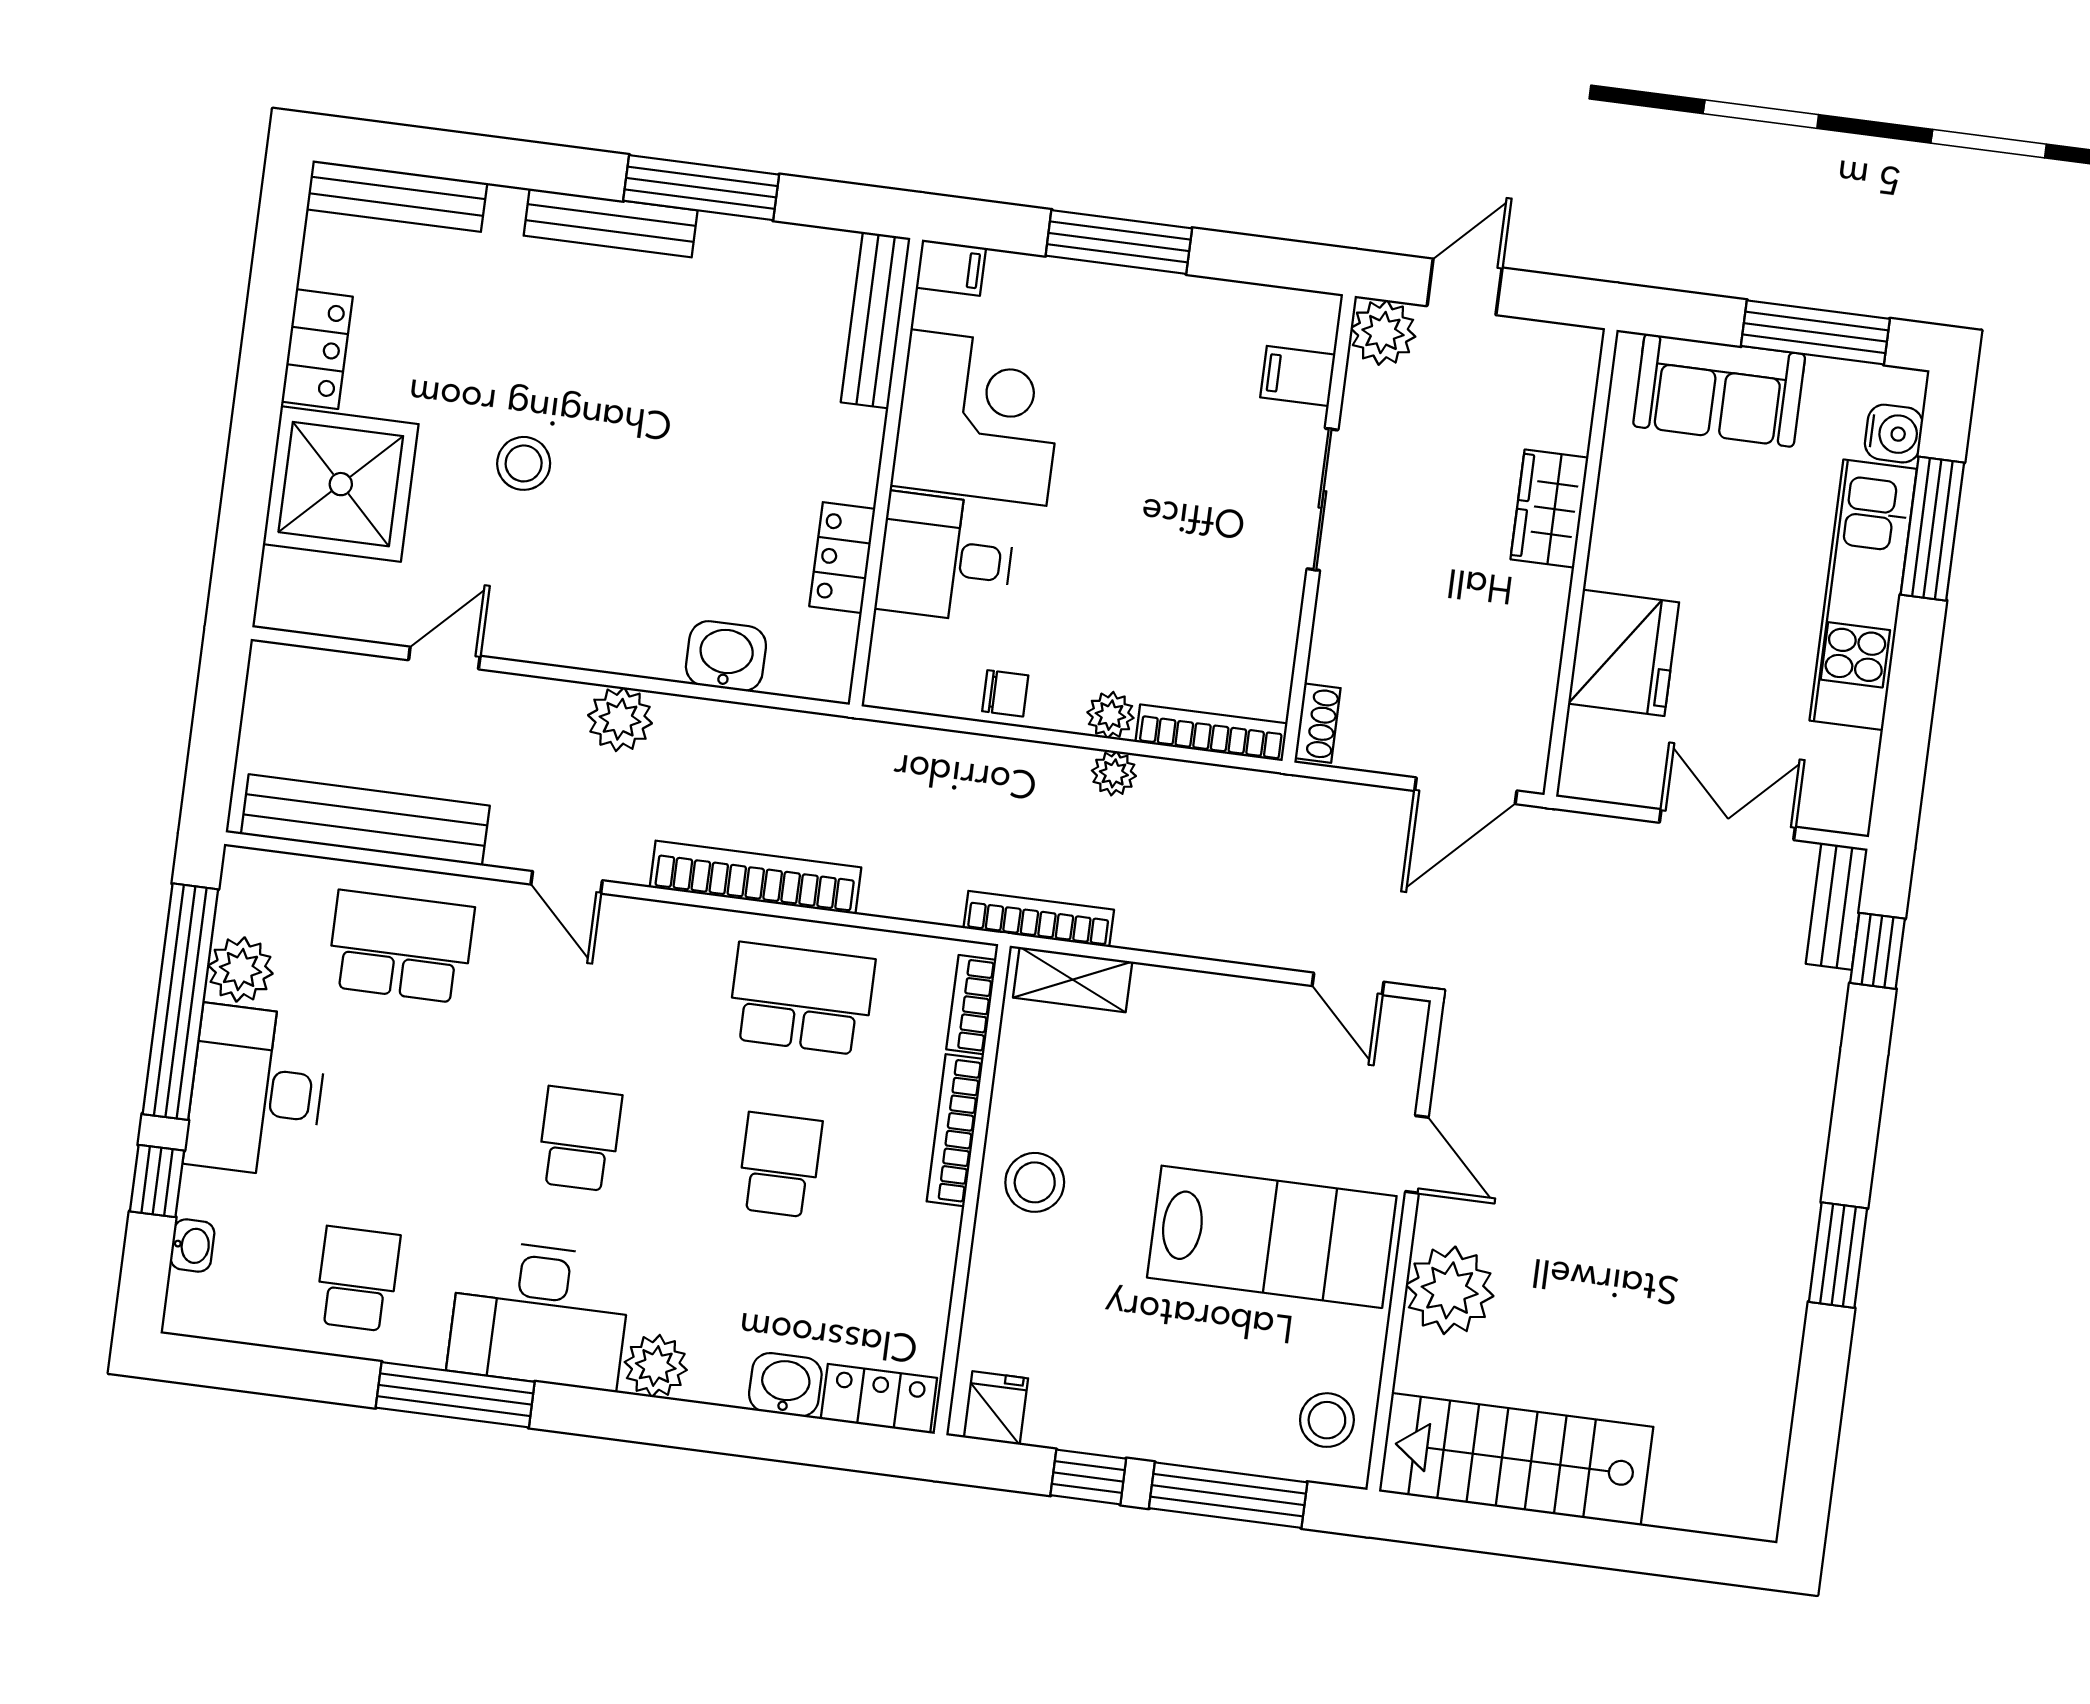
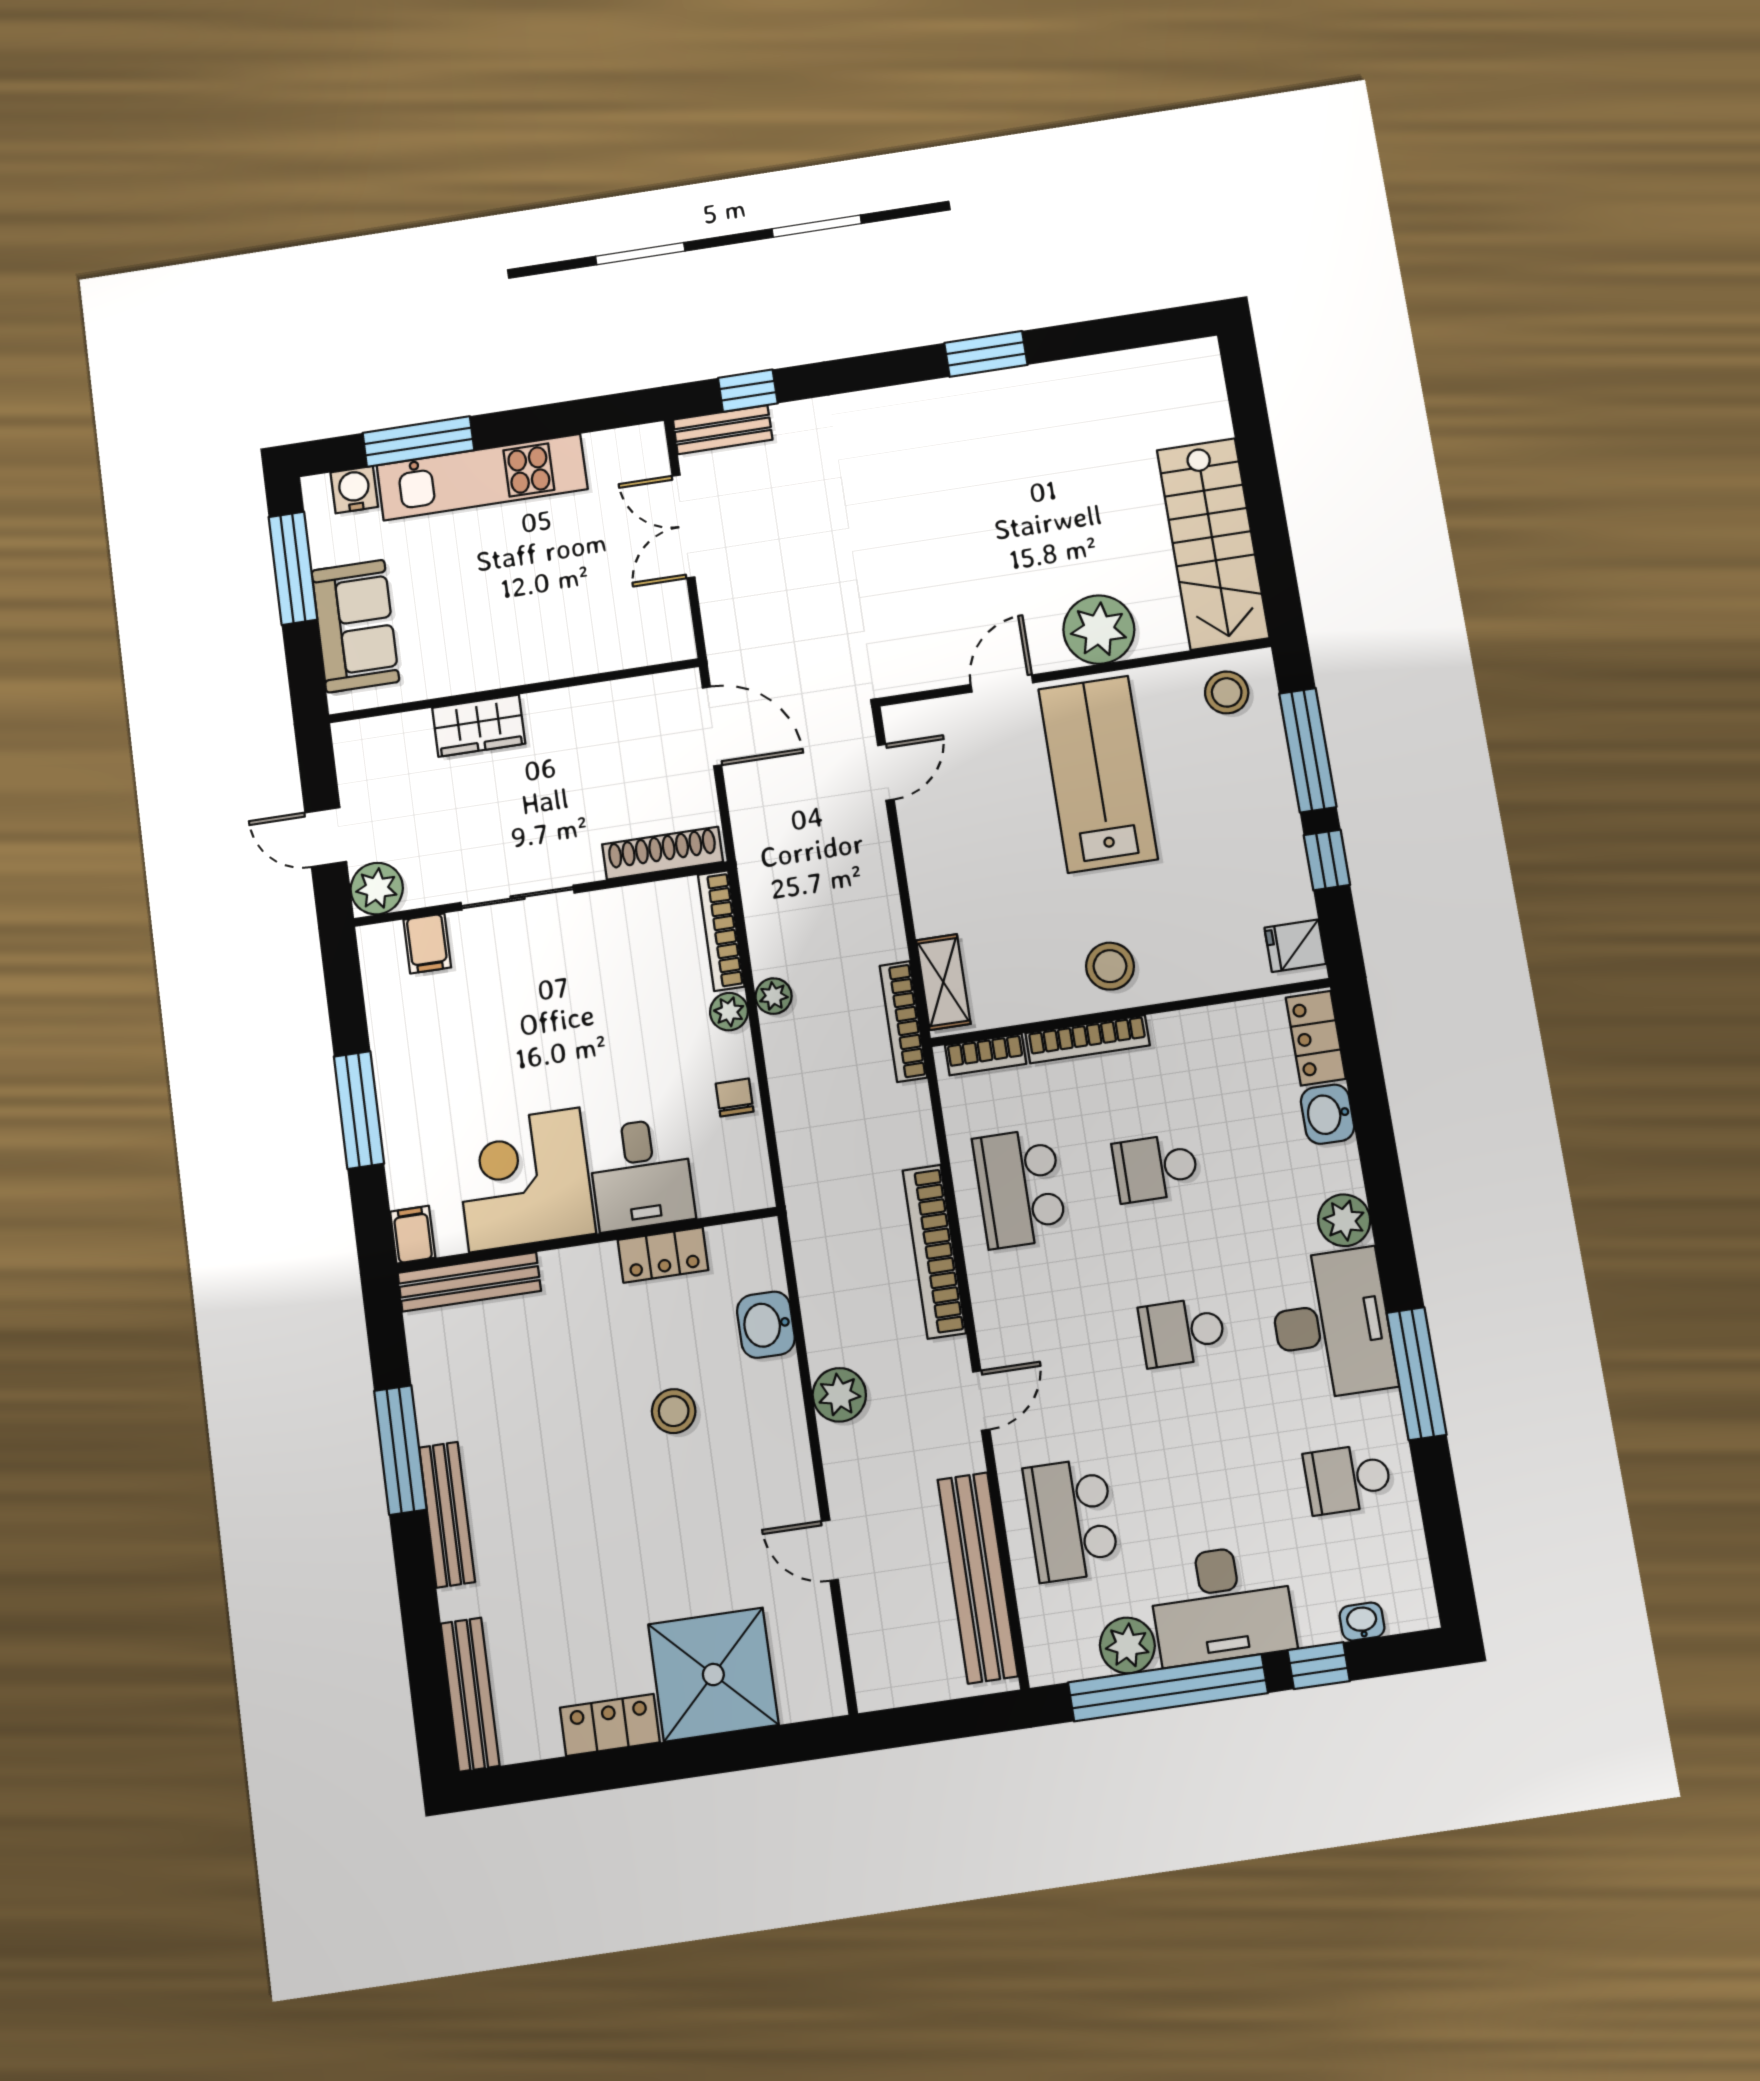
stool: (524, 463) -> (674, 1411), moved
fridge: (1624, 653) -> (574, 639), removed
shoe rack: (1318, 723) -> (663, 853), width x1.94, depth x1.24

